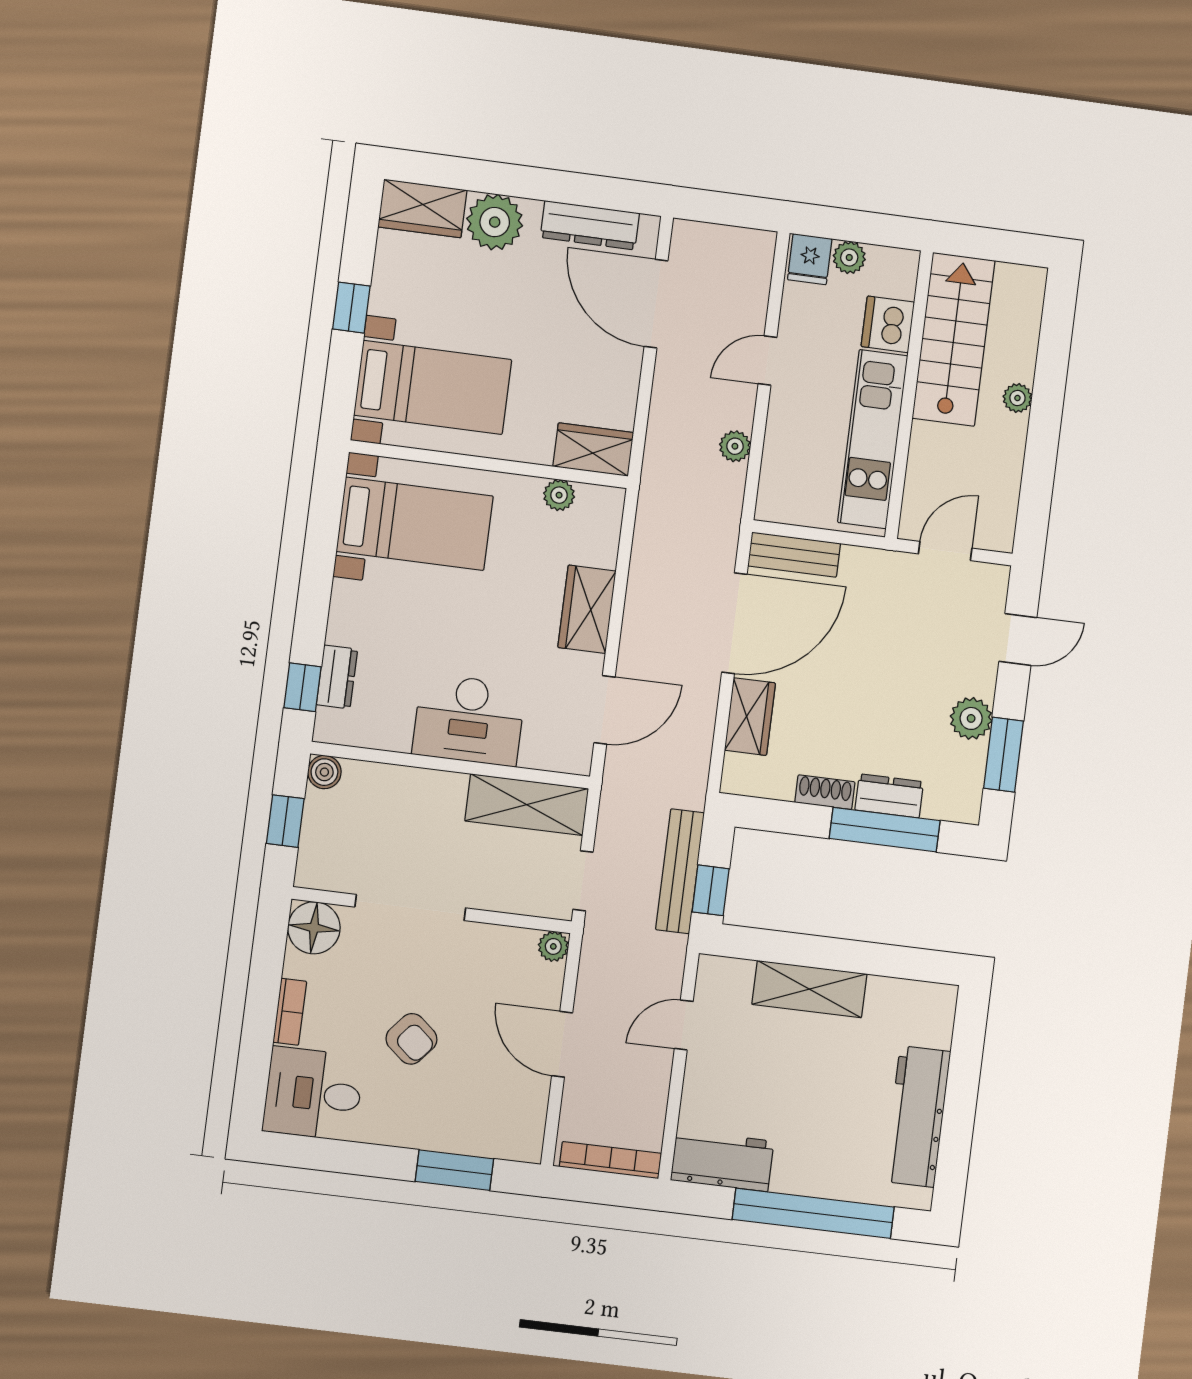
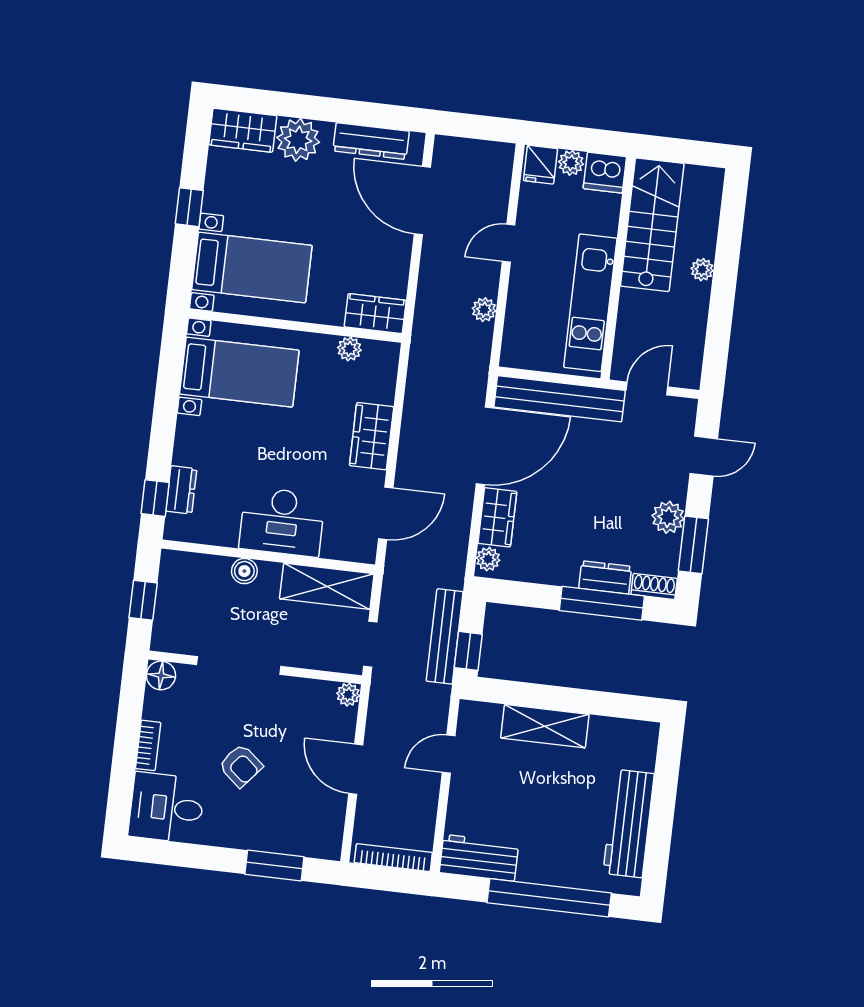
dishwasher: (888, 324) -> (605, 173), moved, turned -90
bench: (794, 555) -> (560, 399), width x1.86, depth x1.21
plant: (737, 771) -> (488, 559), added
boiler: (324, 772) -> (244, 571), moved
shoe rack: (825, 792) -> (654, 586), moved
floor lamp: (314, 928) -> (161, 675), width x0.73, depth x0.73

